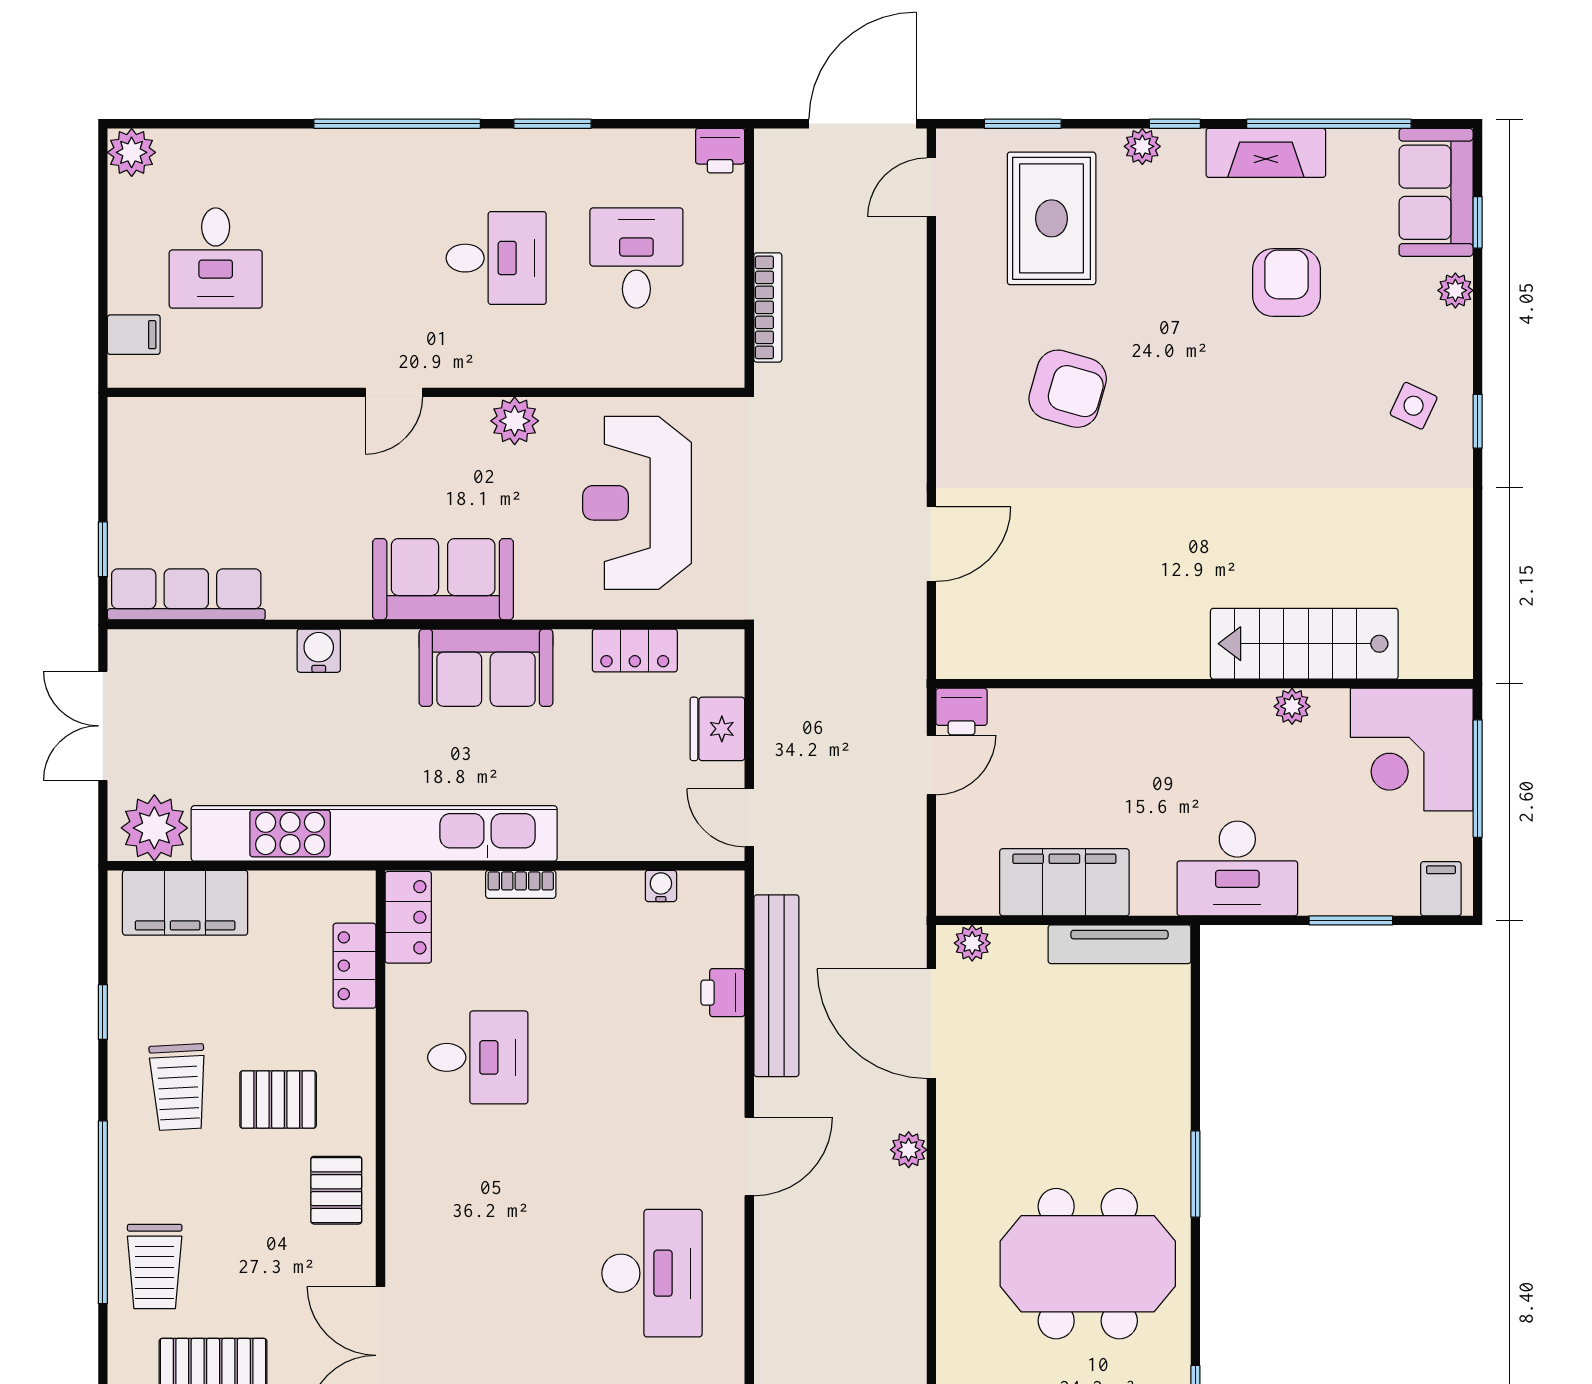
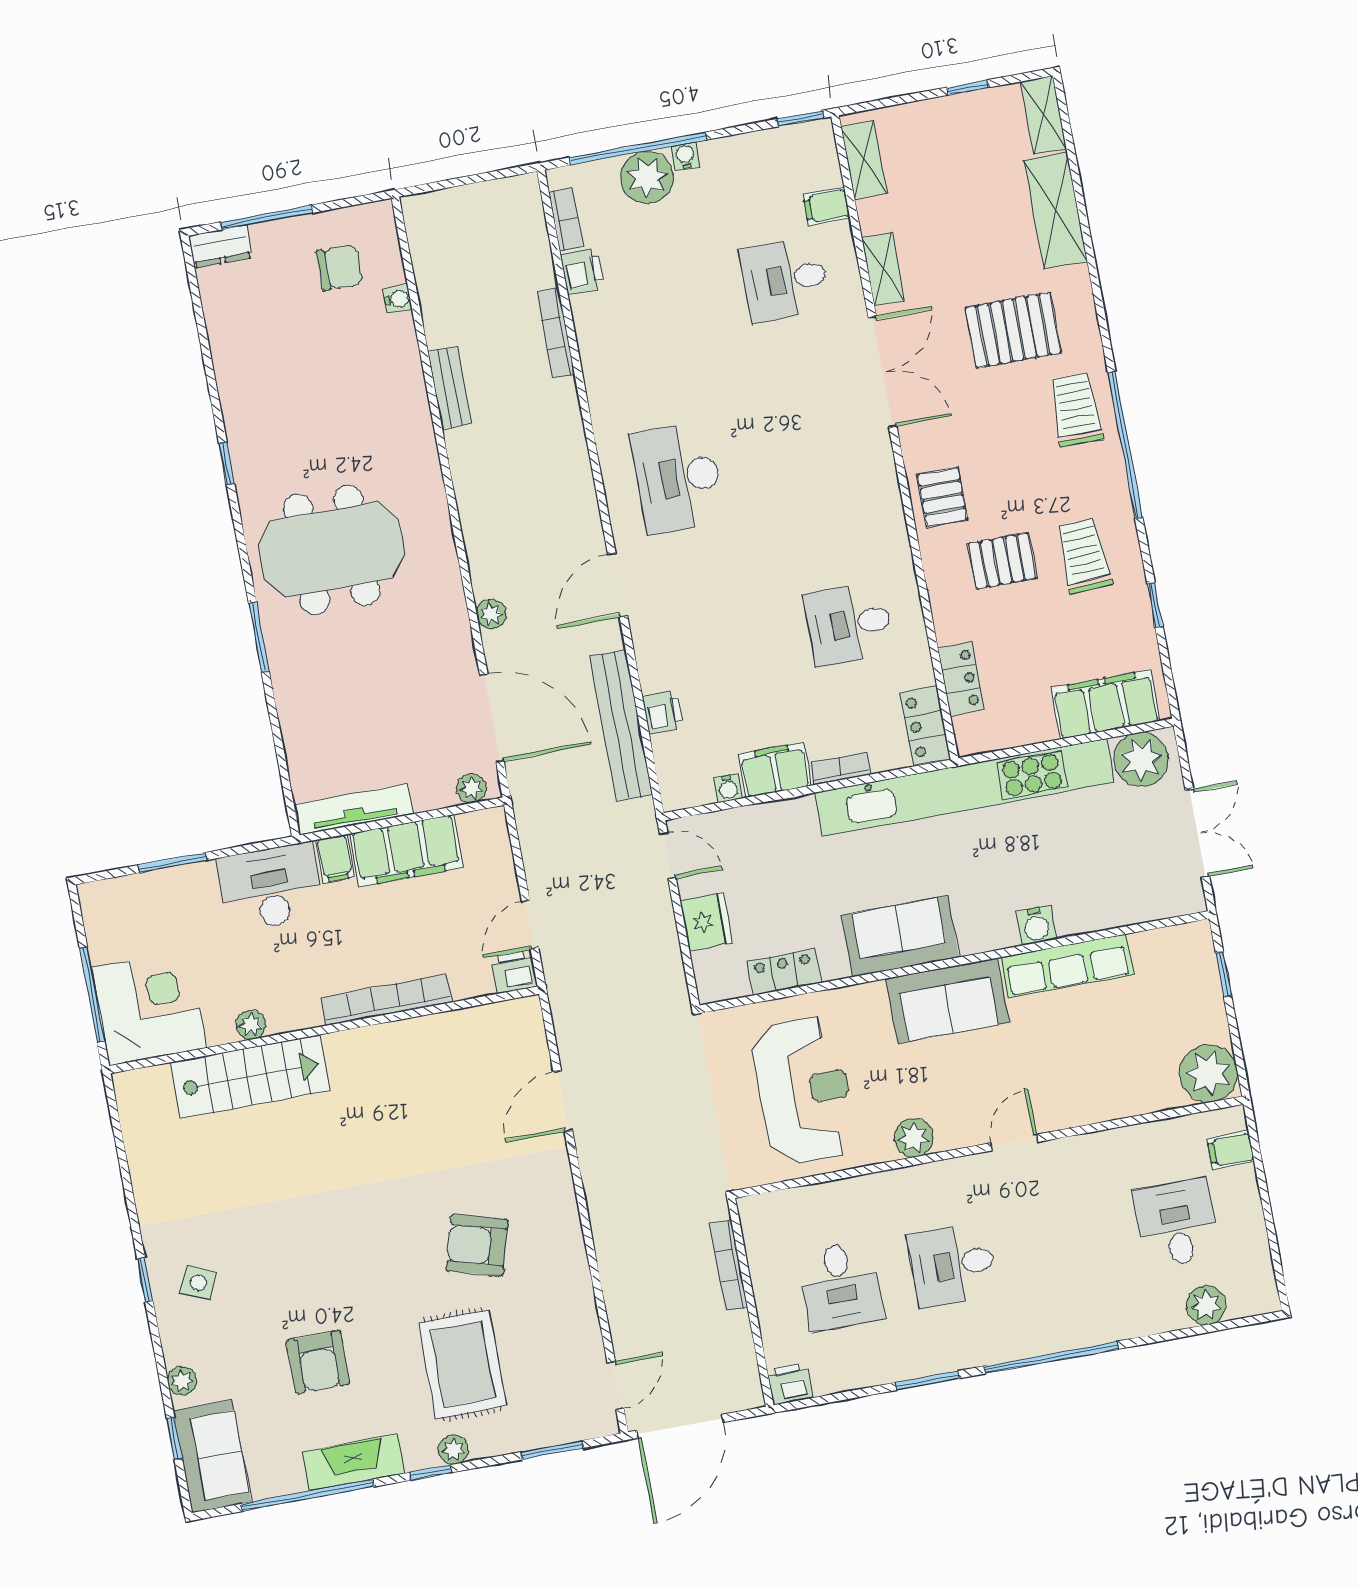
plant: (132, 152) -> (1206, 1305), moved
rug: (1052, 218) -> (462, 1364), moved
plant: (143, 432) -> (1209, 1073), added
row of seats: (186, 594) -> (1067, 966), moved
bookcase: (1123, 706) -> (386, 1000), added
filing cabinet: (1441, 889) -> (335, 859), moved
filing cabinet: (600, 897) -> (775, 770), added

